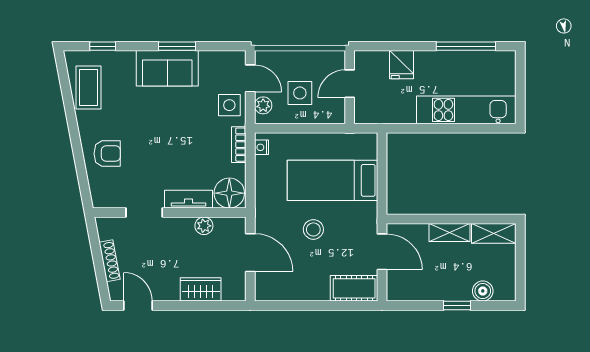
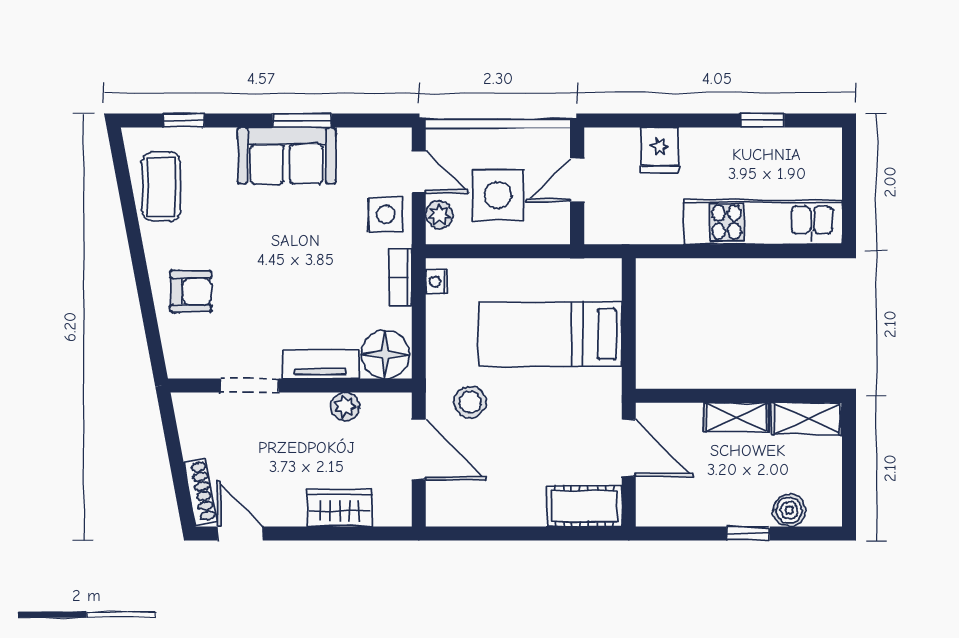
window: (466, 46) -> (762, 120), width x0.46
side table: (300, 93) -> (498, 195), width x1.37, depth x1.37
stool: (313, 229) -> (470, 402), moved
shoe rack: (109, 261) -> (200, 492), moved

